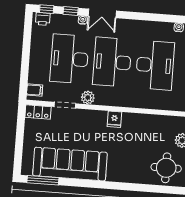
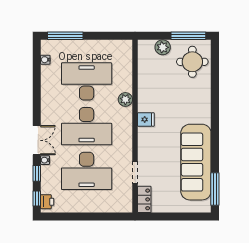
filing cabinet: (35, 90) -> (122, 205), removed
plant: (88, 98) -> (125, 99), moved

